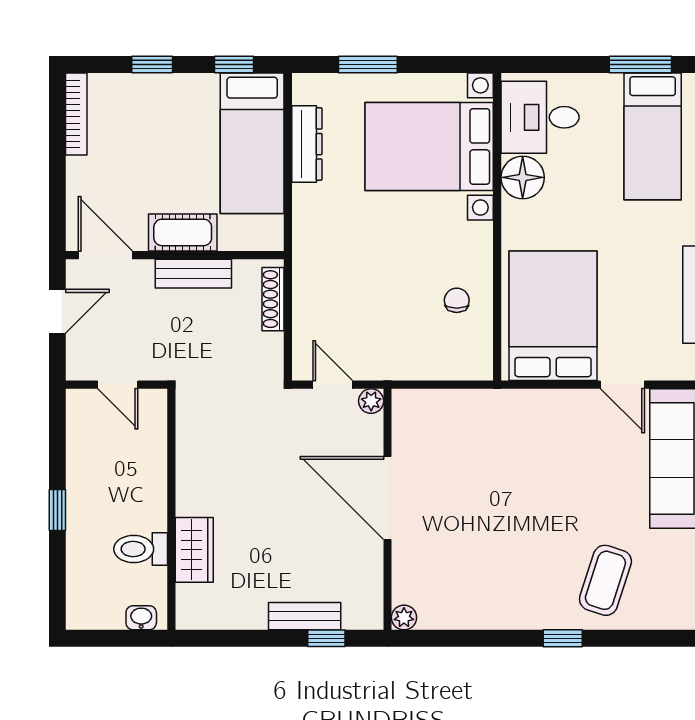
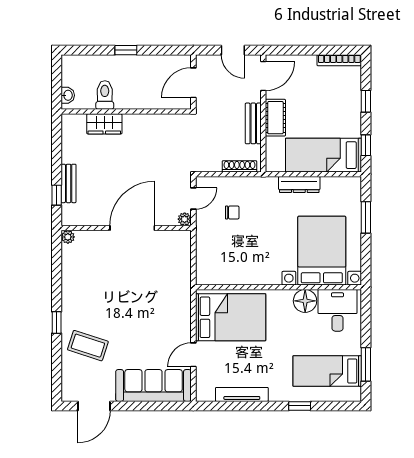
dresser: (307, 144) -> (299, 185), moved
chair: (457, 300) -> (232, 212), moved
door: (118, 385) -> (193, 83), width x1.38

